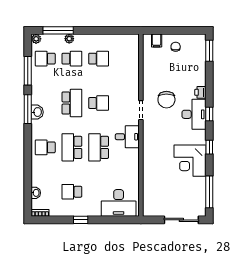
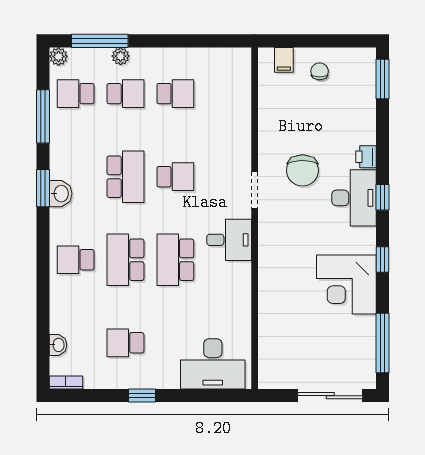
window: (28, 109) -> (43, 188), width x0.69

